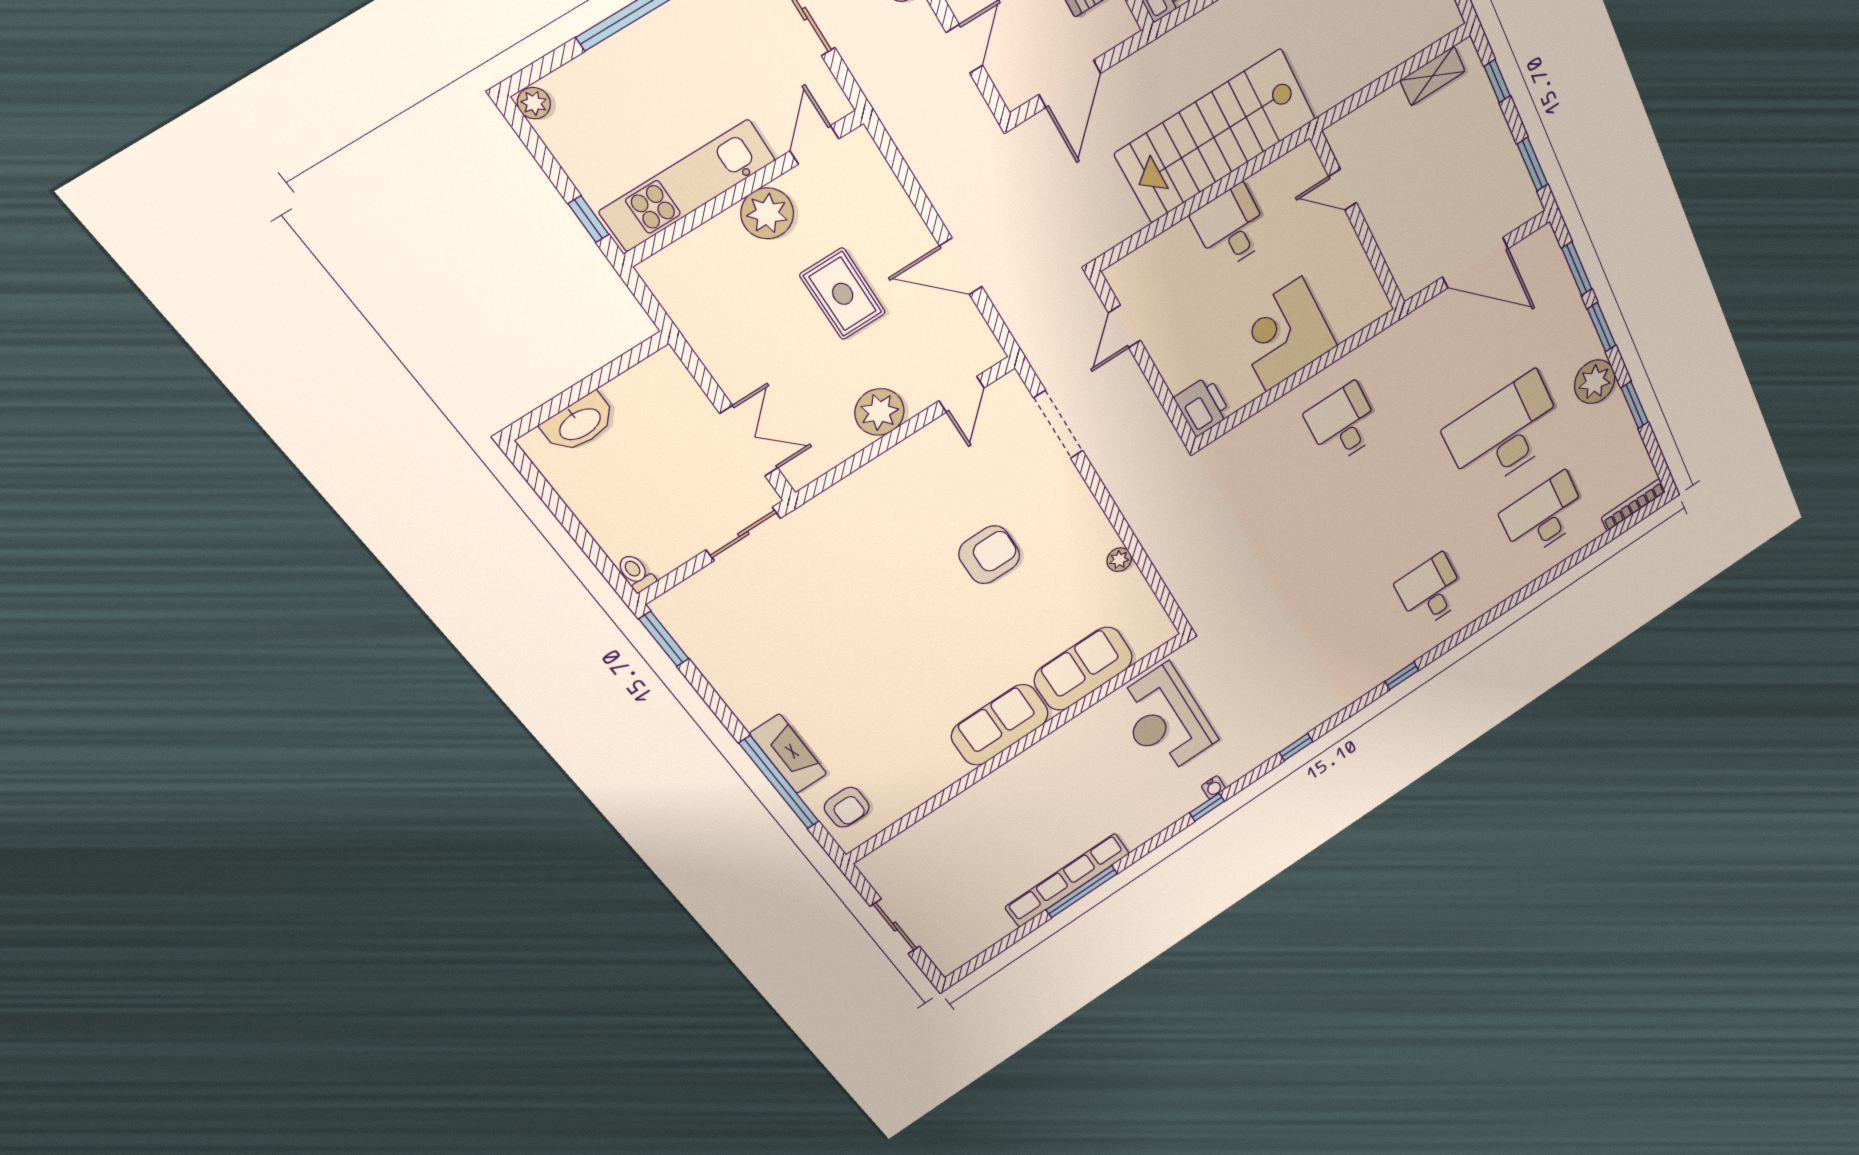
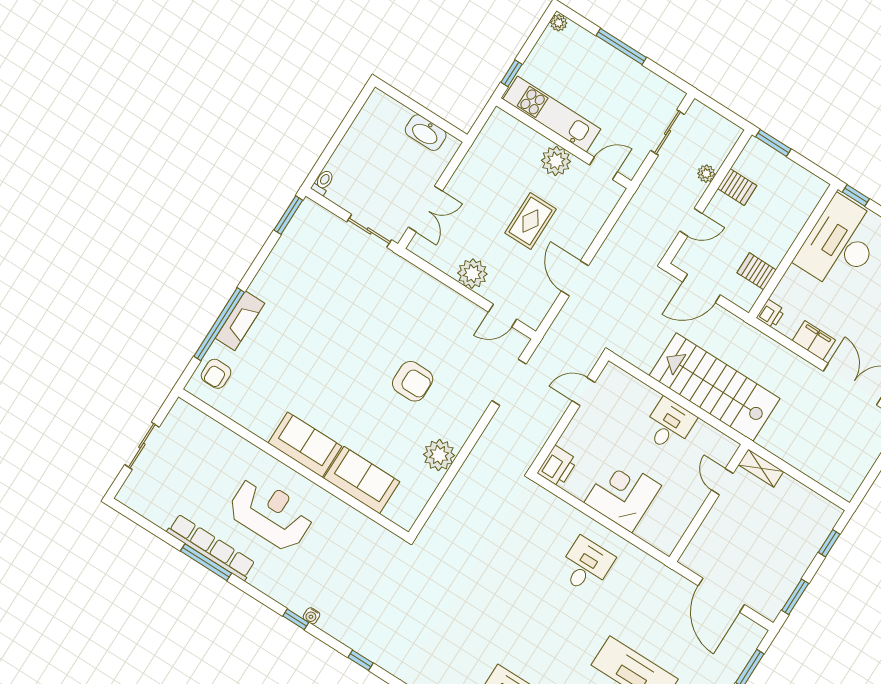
shelving: (1433, 76) -> (761, 468), moved
washbasin: (579, 423) -> (426, 133), moved
plant: (1119, 560) -> (439, 455), width x1.87, depth x1.87
reception desk: (1165, 720) -> (271, 514), moved, turned 90

